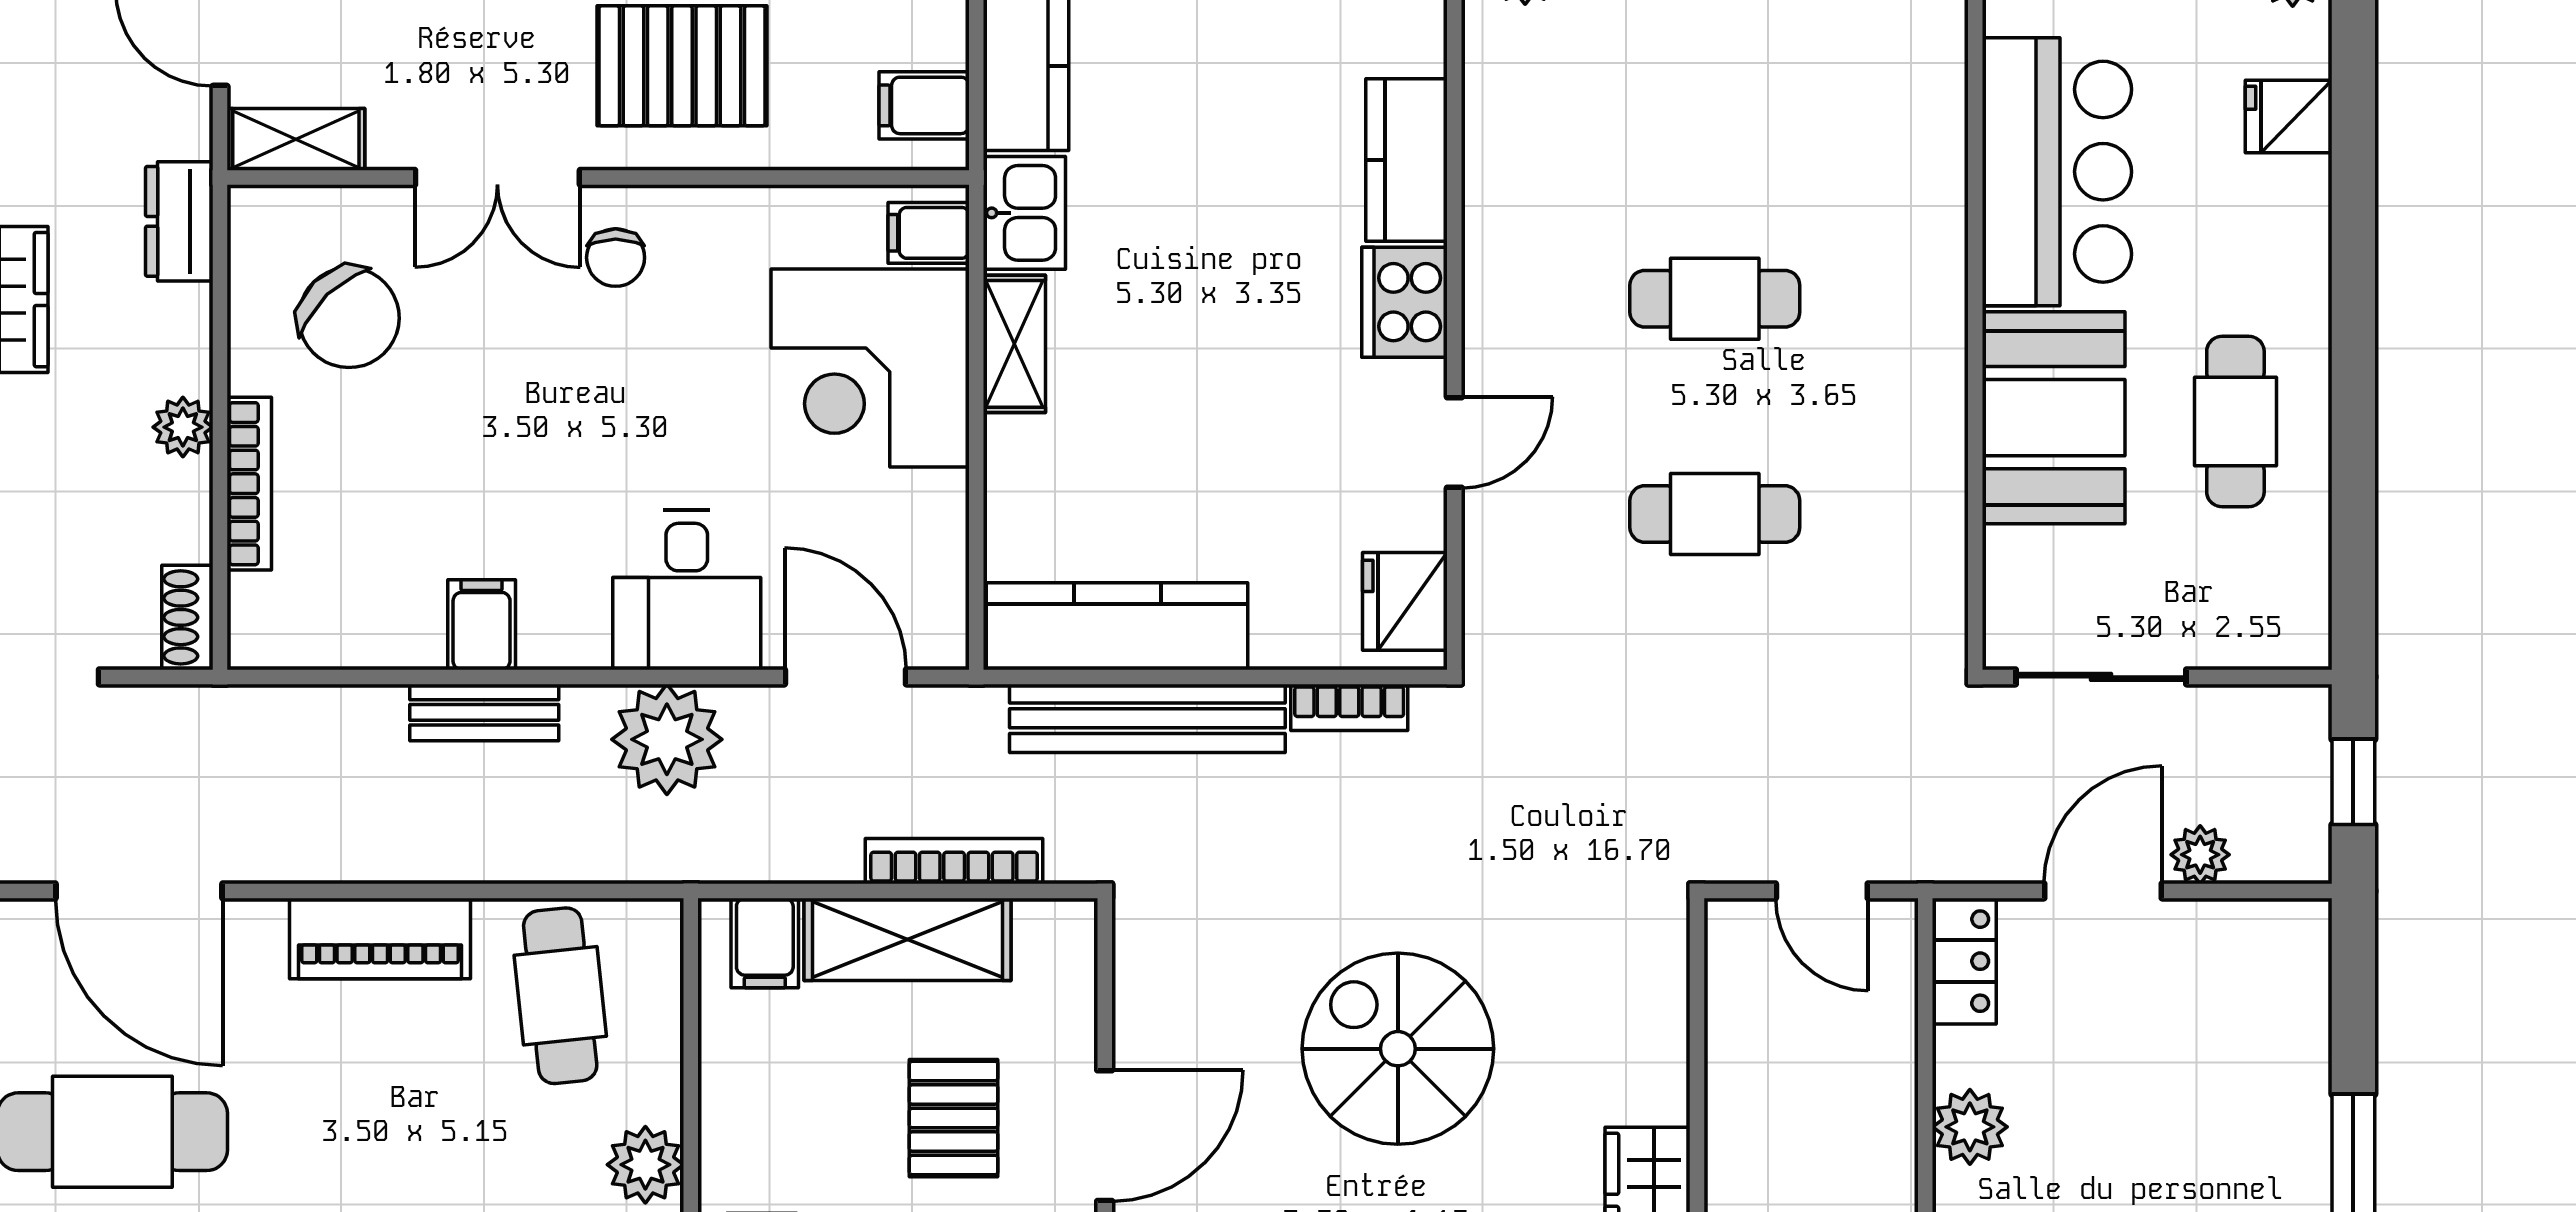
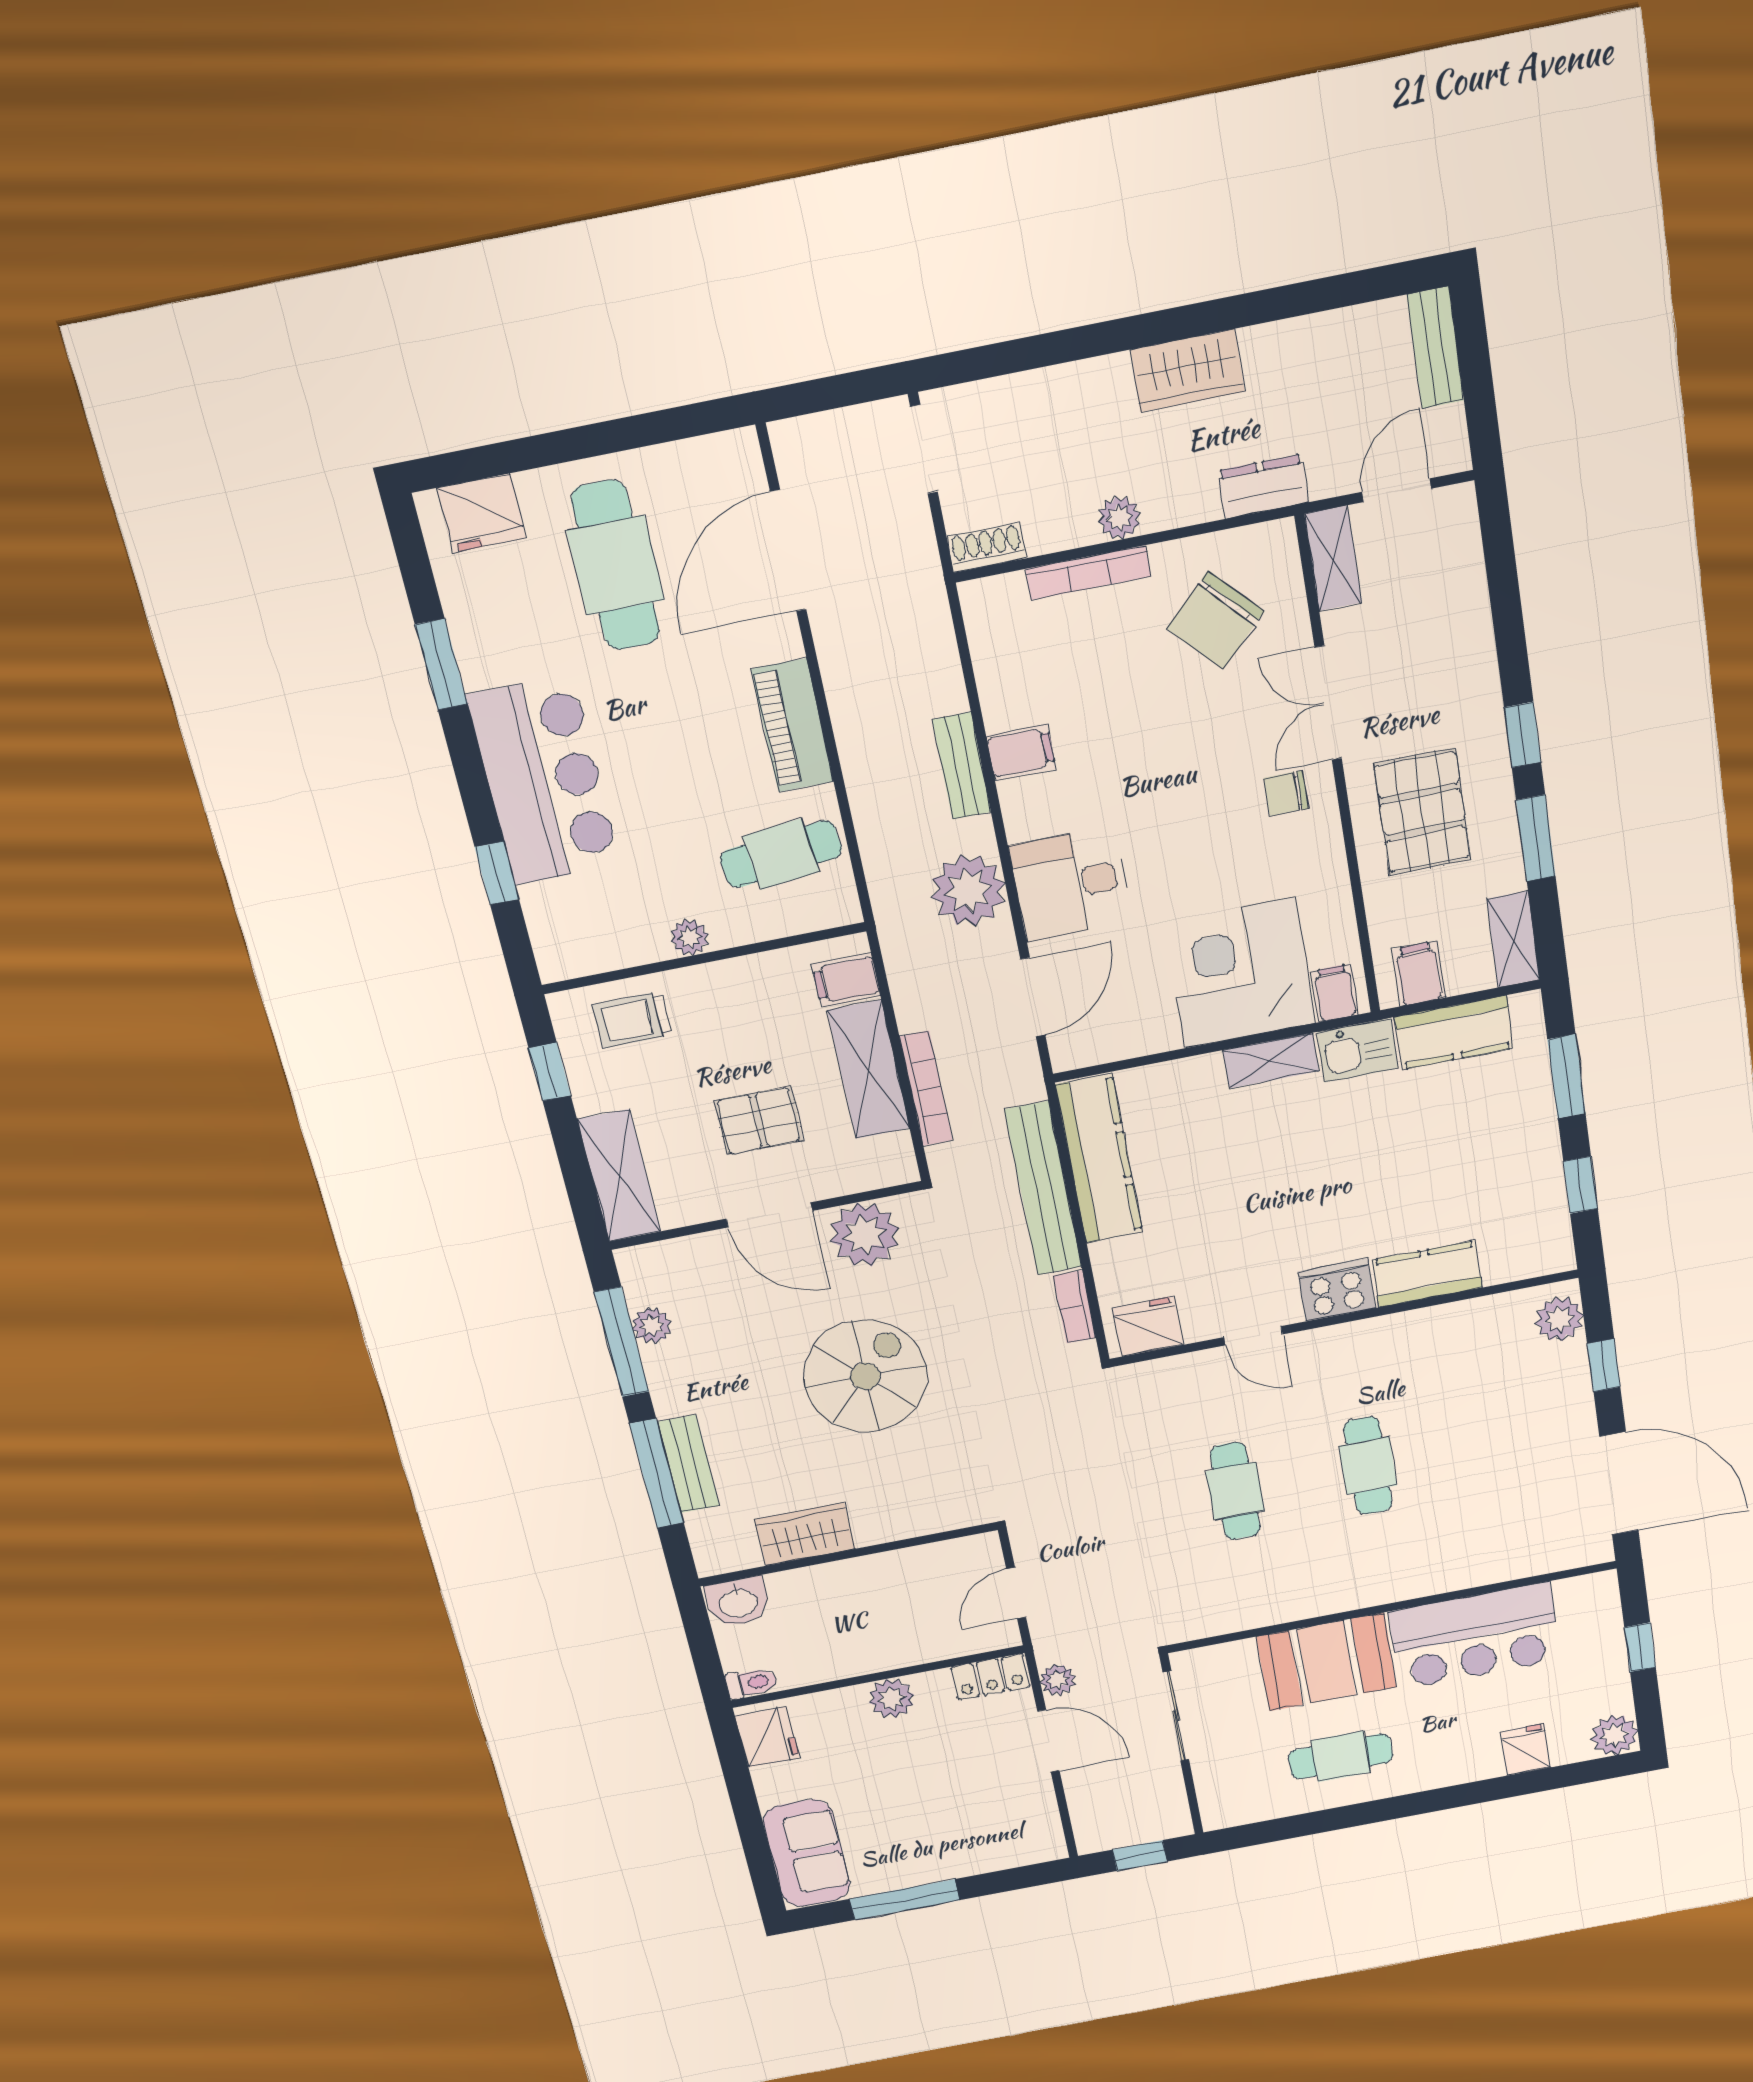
plant: (2200, 855) -> (1058, 1680), moved
plant: (1166, 1001) -> (864, 1235), added
plant: (645, 1165) -> (689, 937), width x0.73, depth x0.73

